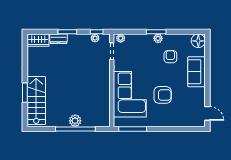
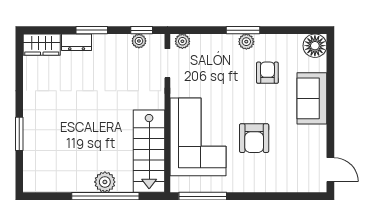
armchair: (163, 95) -> (254, 138), turned 90
stairs: (36, 101) -> (149, 151), moved, turned 180

